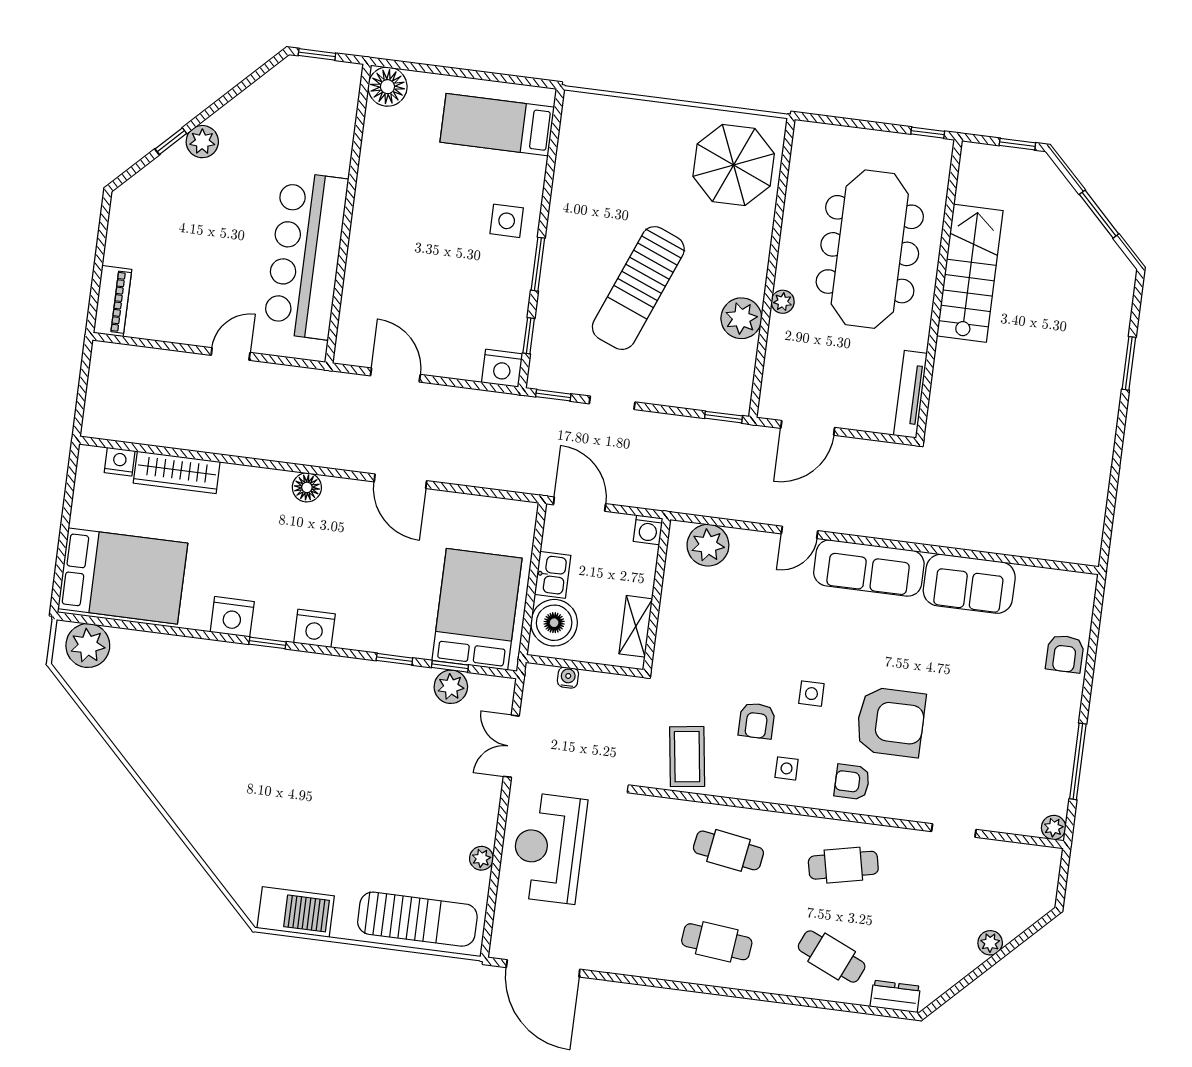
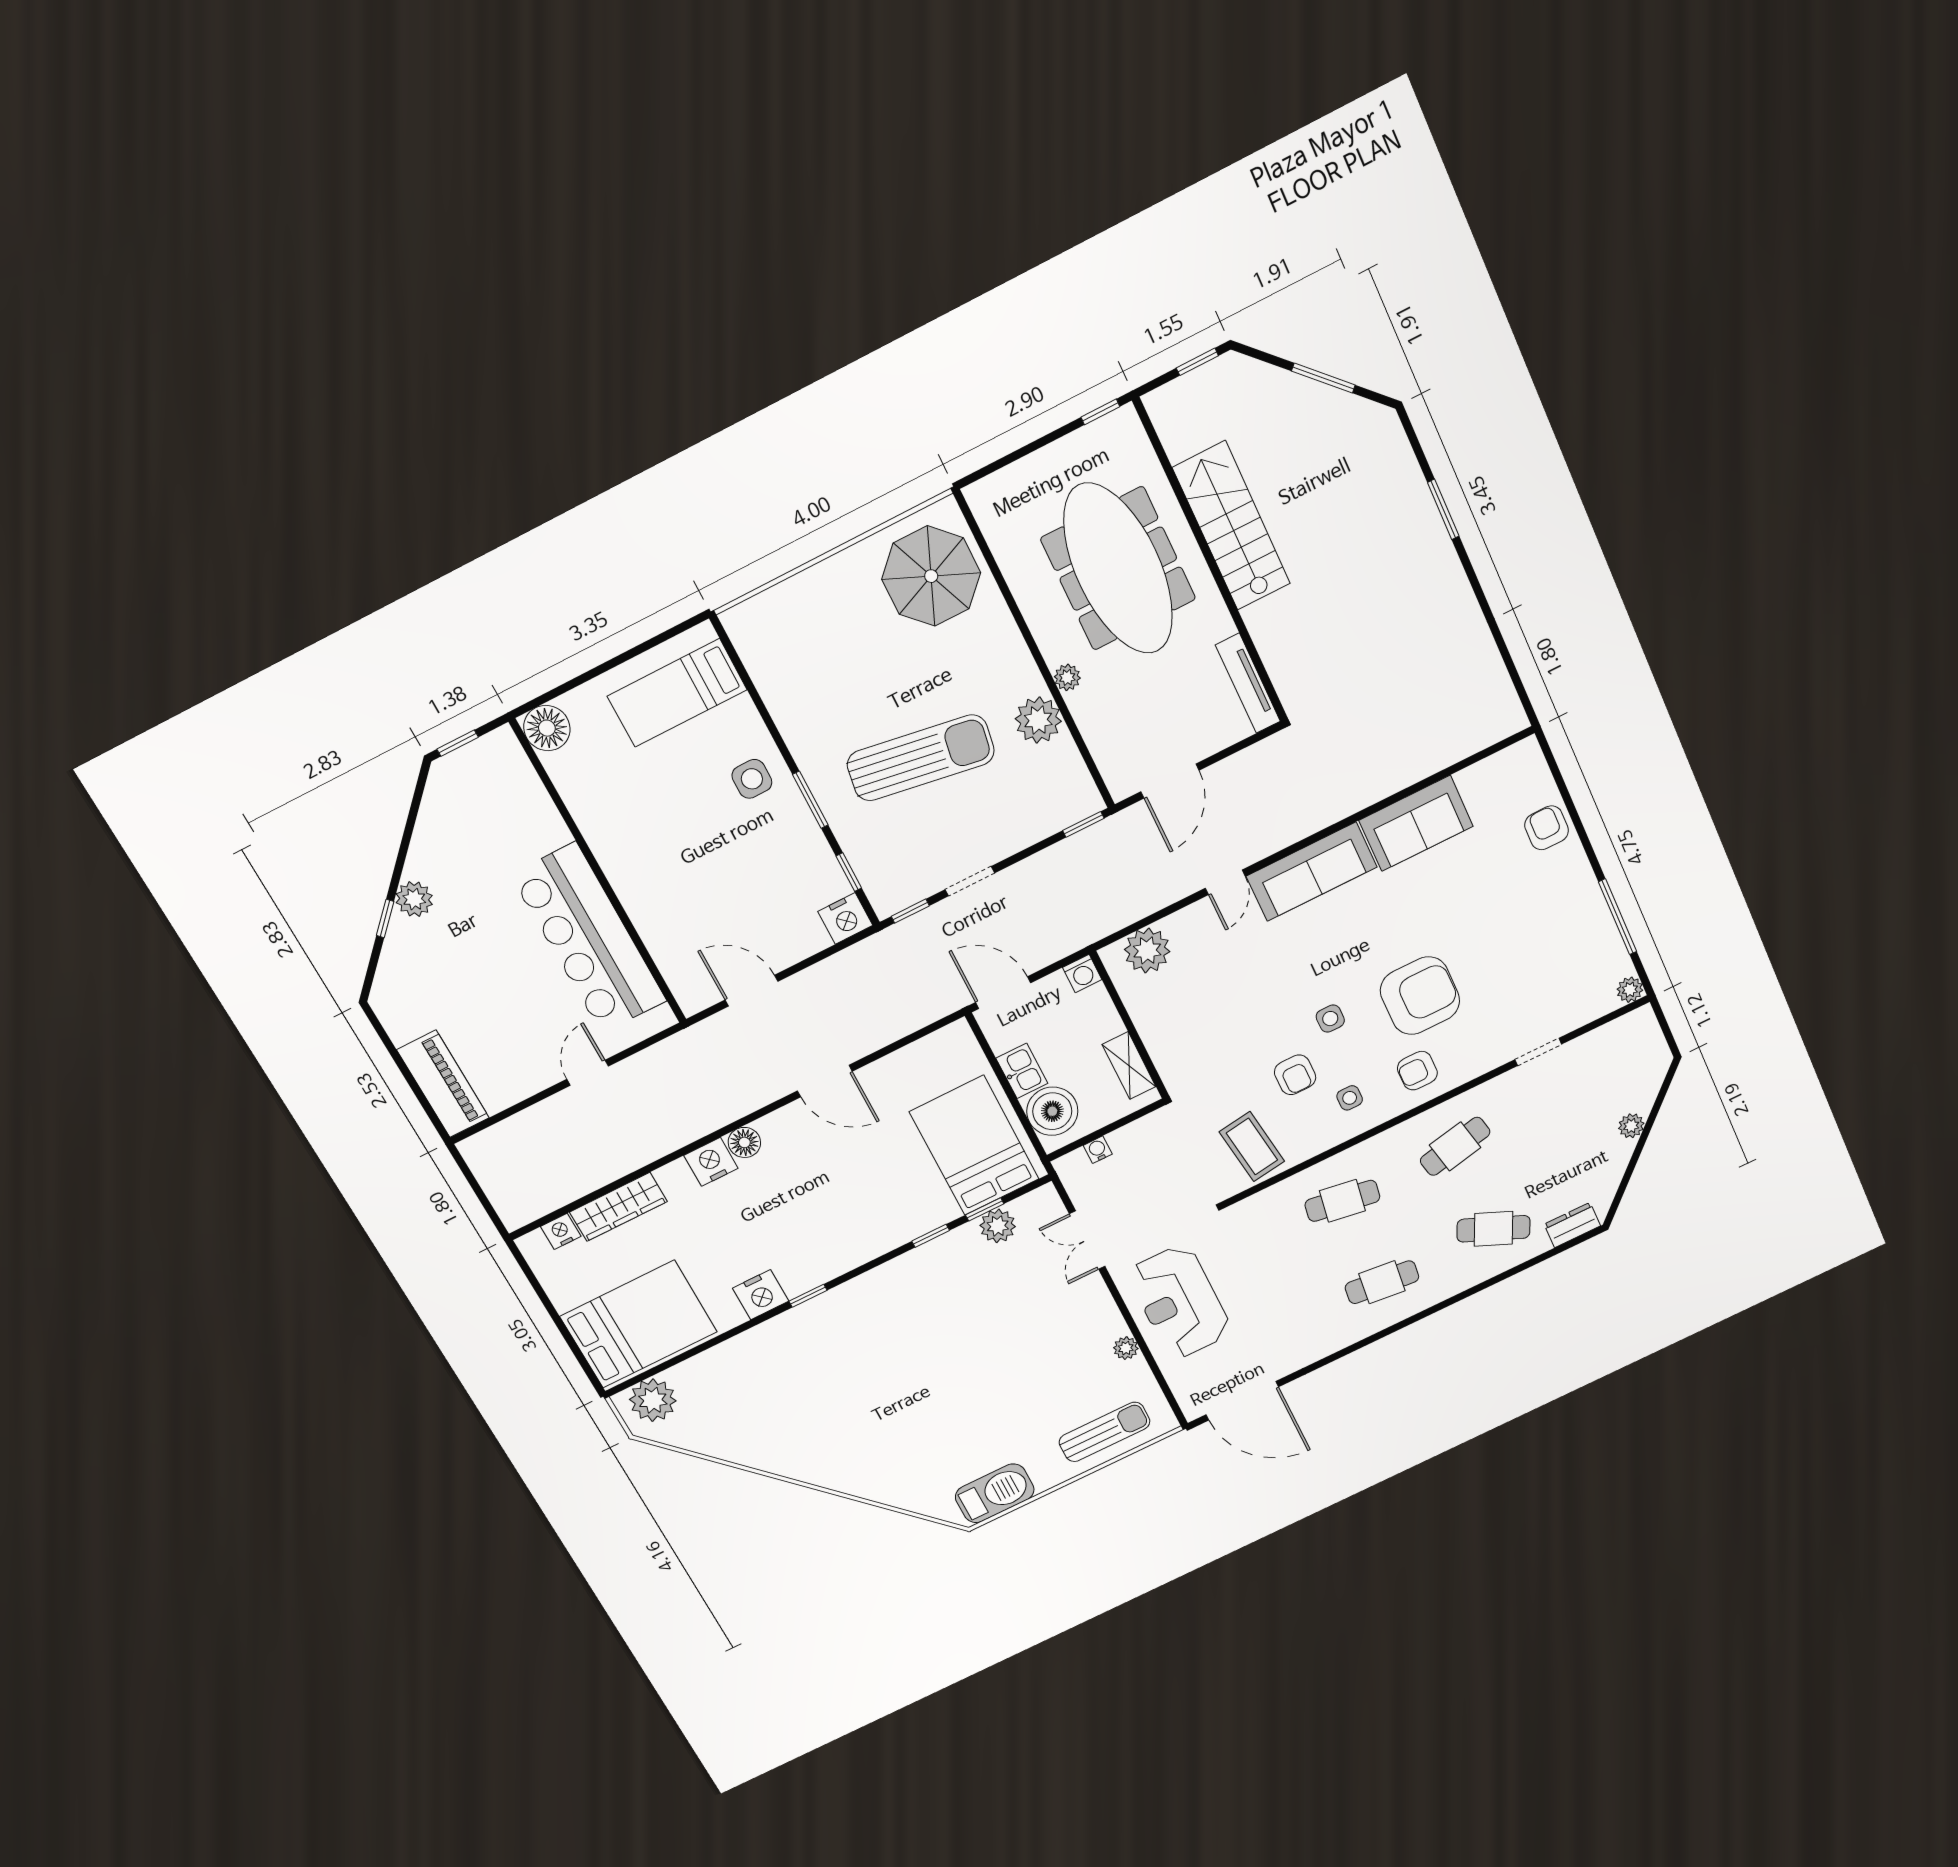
sun lounger: (638, 288) -> (921, 758), turned -103
piano: (112, 301) -> (443, 1084), width x1.37, depth x1.33
nightstand: (314, 628) -> (711, 1162), moved, turned 180
armchair: (1065, 654) -> (1547, 828), turned 180
sun lounger: (417, 919) -> (1104, 1432), width x0.73, depth x0.75

